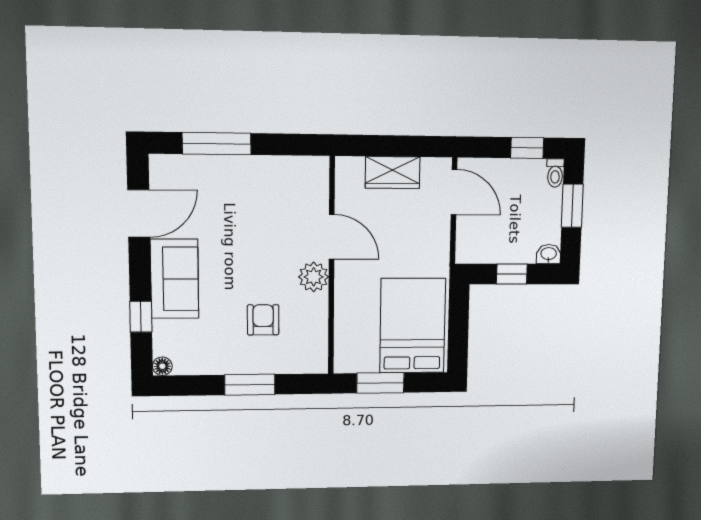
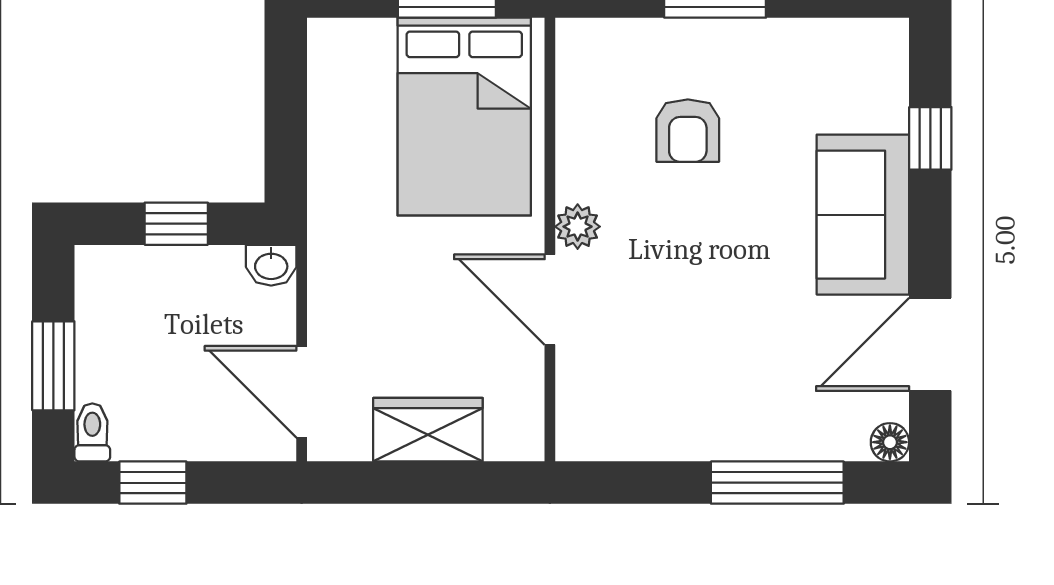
washbasin: (549, 254) -> (271, 265), moved
plant: (314, 277) -> (578, 227), width x0.73, depth x0.73
bed: (413, 326) -> (464, 117), moved
floor lamp: (162, 366) -> (890, 442), moved

